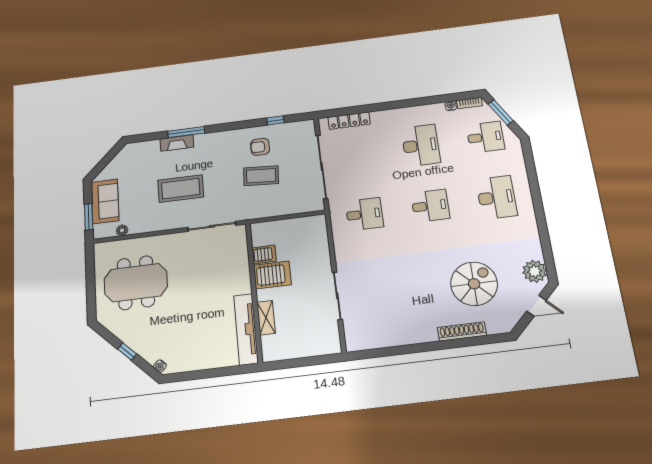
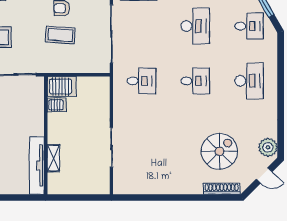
server rack: (272, 275) -> (62, 87), moved
shoe rack: (462, 331) -> (222, 189), moved

